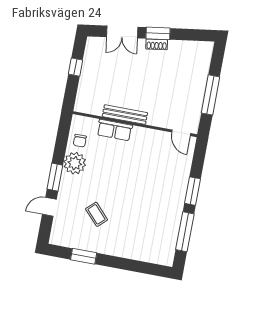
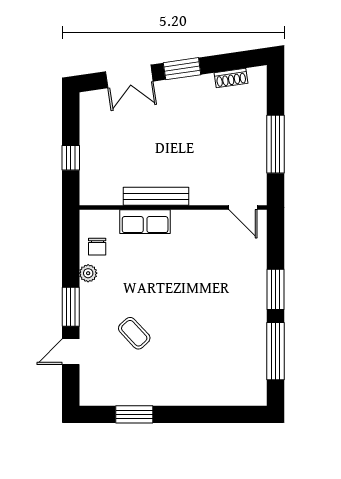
shoe rack: (157, 44) -> (231, 78), moved
window: (76, 67) -> (71, 158), moved
plant: (75, 163) -> (88, 273), width x0.53, depth x0.53
coffee table: (97, 214) -> (134, 333), moved

